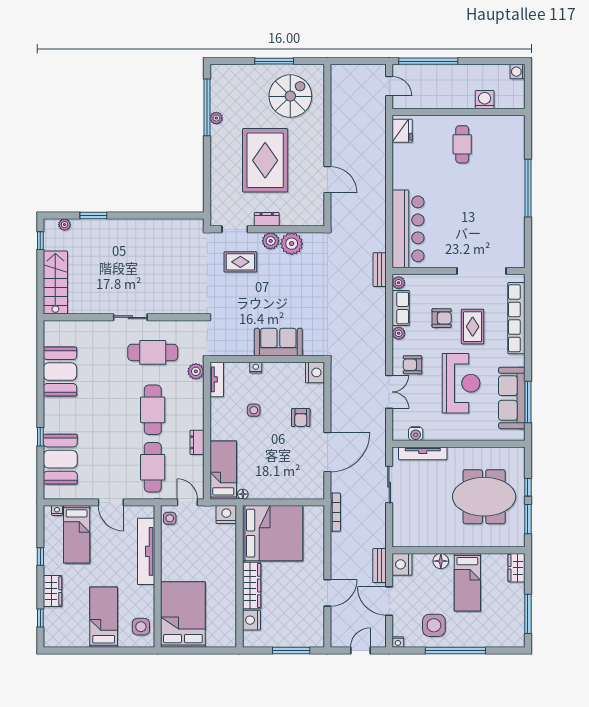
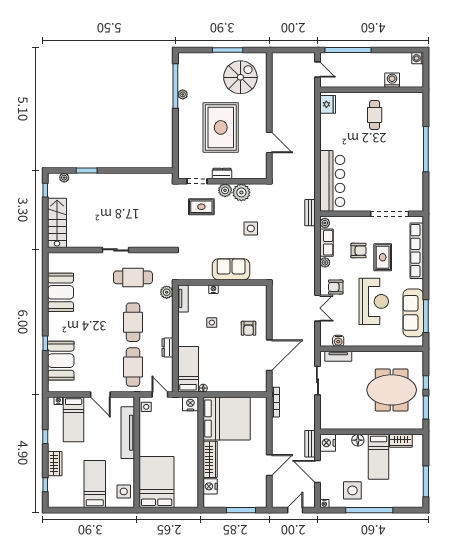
side table: (304, 290) -> (251, 228), added
nightstand: (315, 372) -> (260, 293), removed
tv unit: (423, 453) -> (338, 356), width x0.71
wardrobe: (517, 568) -> (401, 441), moved, turned -90

